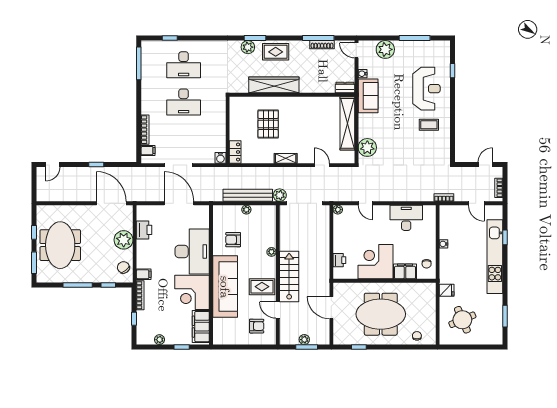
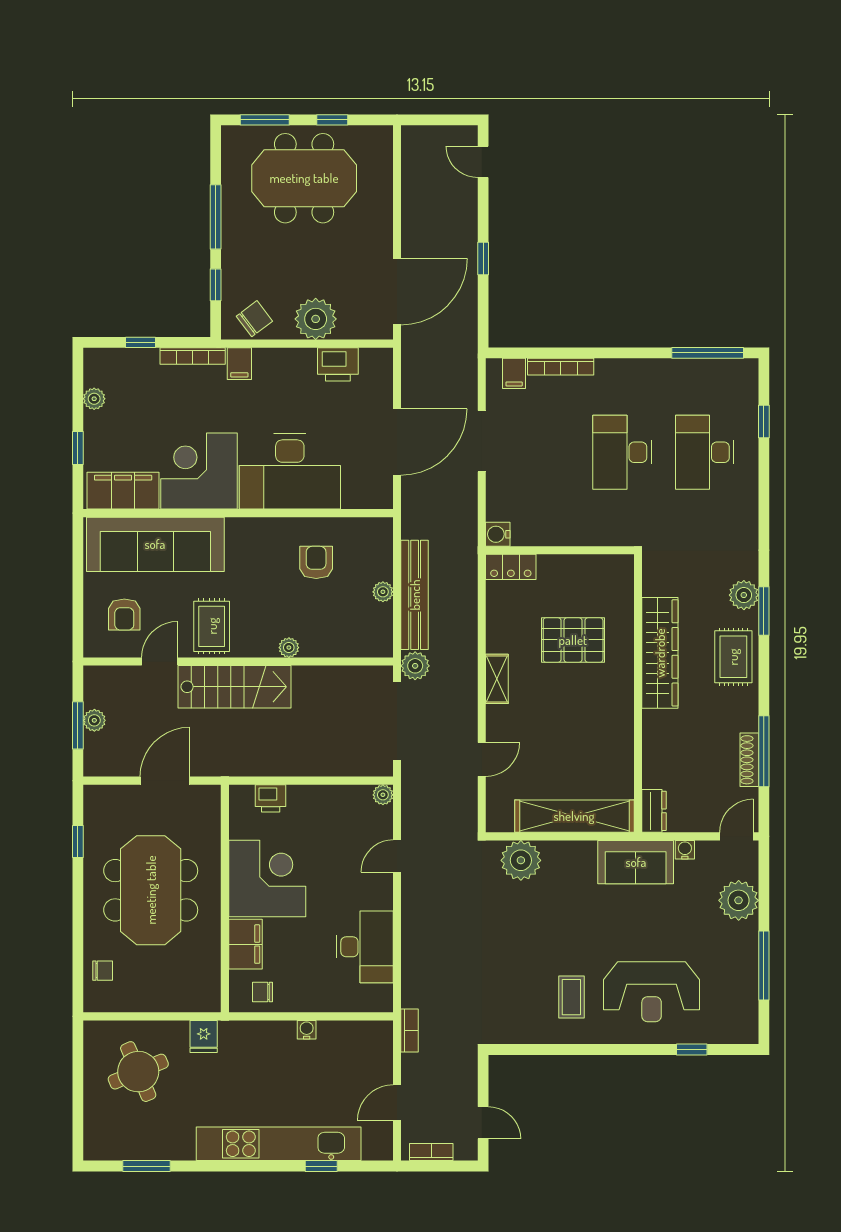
sofa: (225, 287) -> (155, 544), moved

